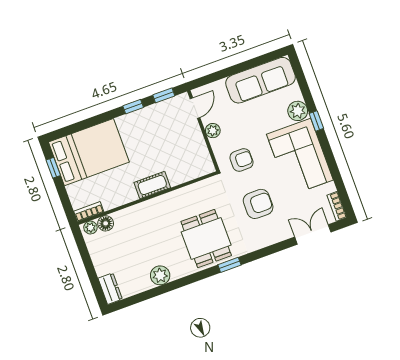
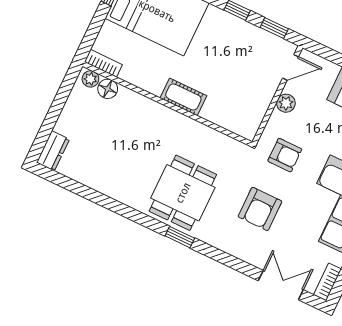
armchair: (258, 204) -> (260, 209), turned 90
plant: (160, 275) -> (109, 184), removed

